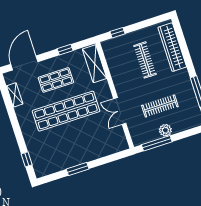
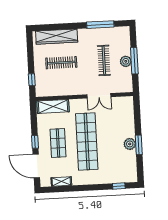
window: (65, 50) -> (35, 142), moved
window: (157, 143) -> (134, 61), moved
plant: (76, 159) -> (130, 144), added

